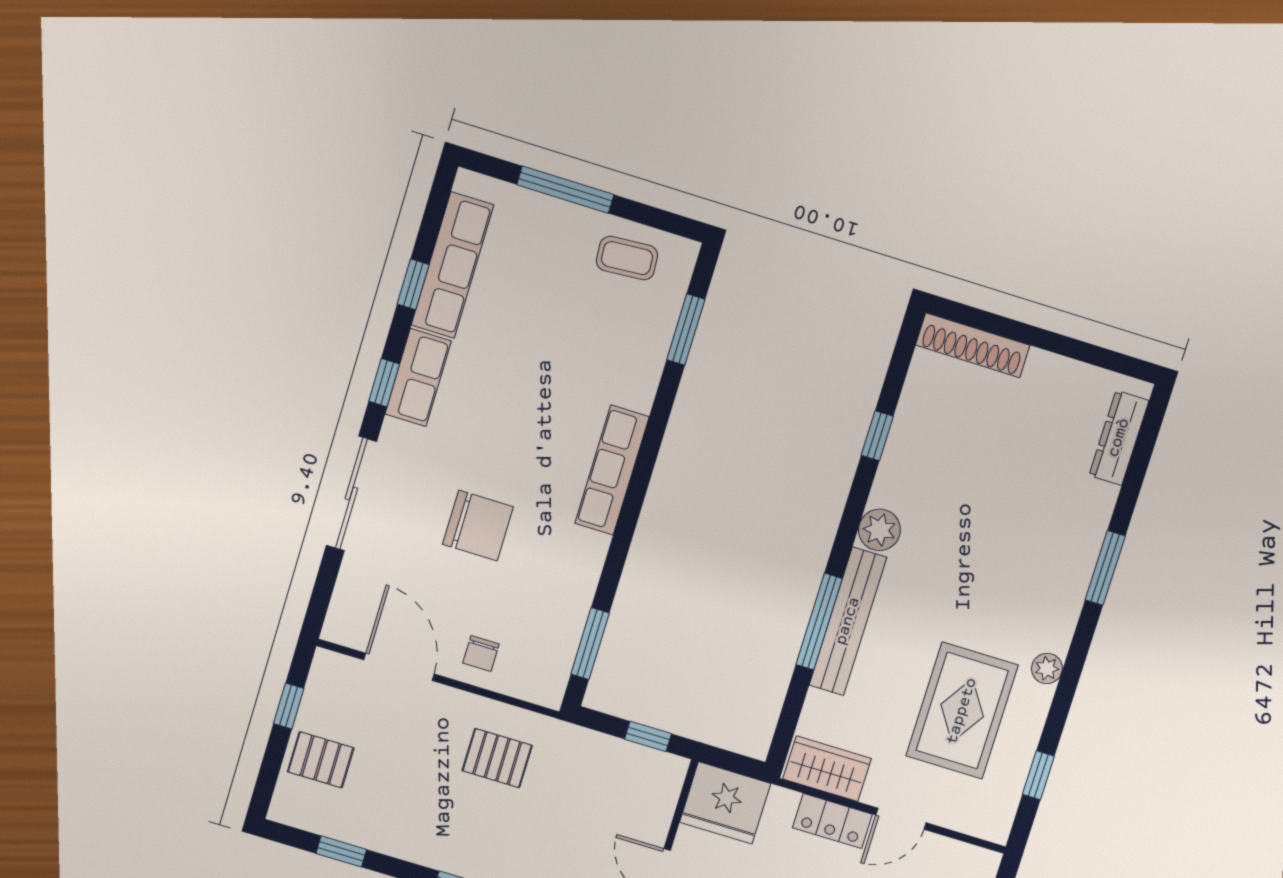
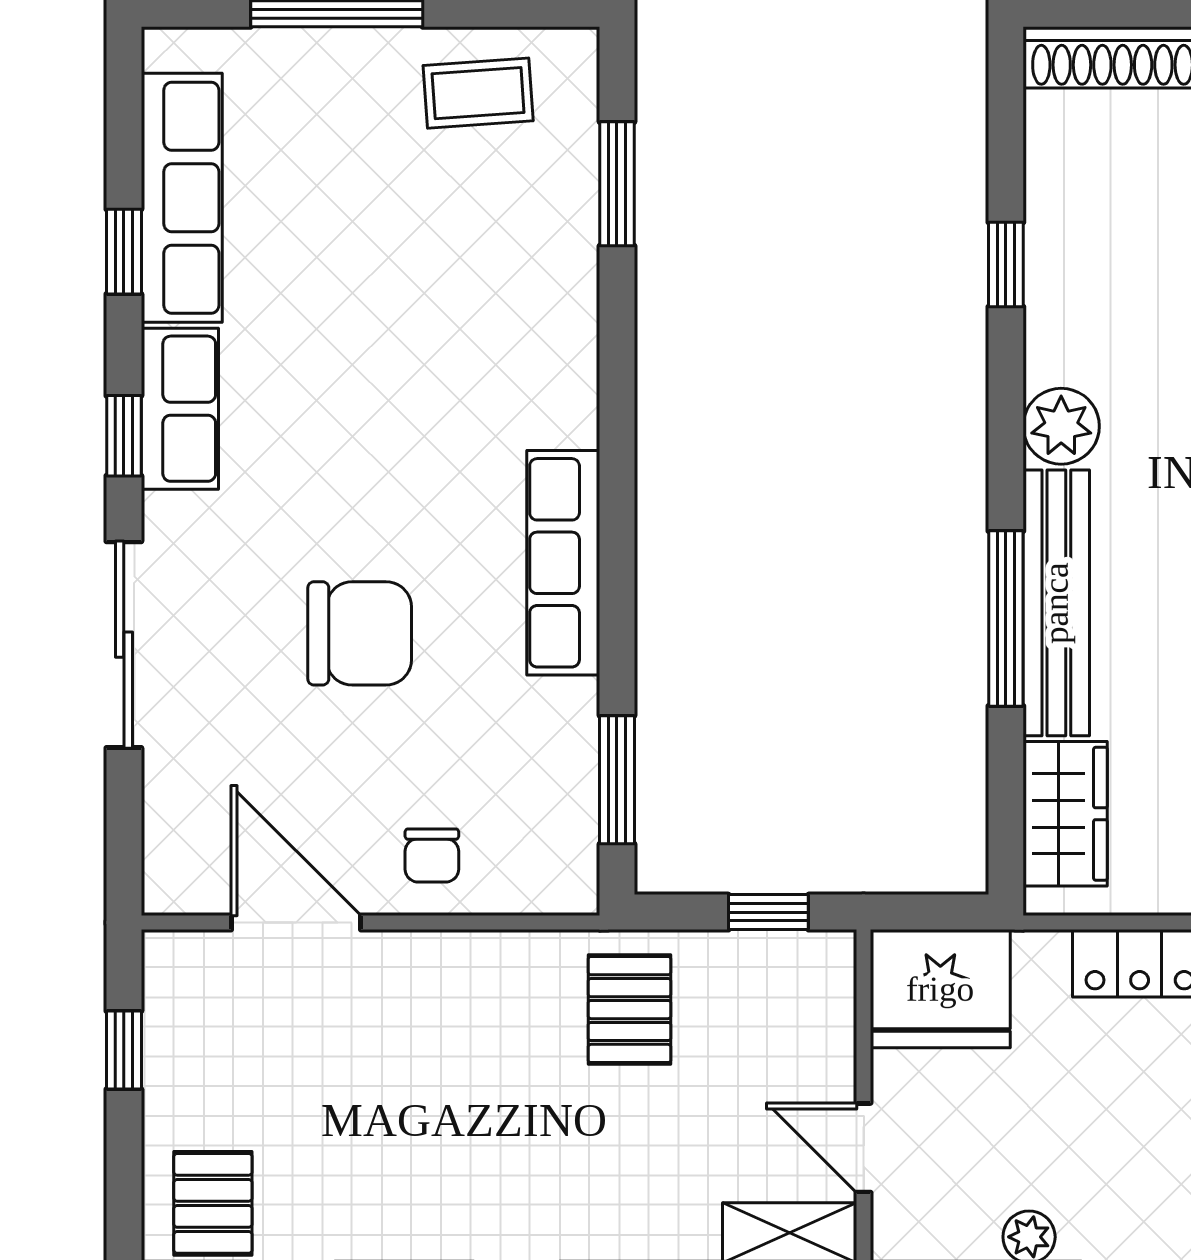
row of seats: (612, 470) -> (563, 563), moved
pallet: (497, 758) -> (629, 1010), moved, turned 90
pallet: (321, 760) -> (213, 1203), moved, turned 90
wardrobe: (827, 769) -> (1065, 814), moved, turned 90

